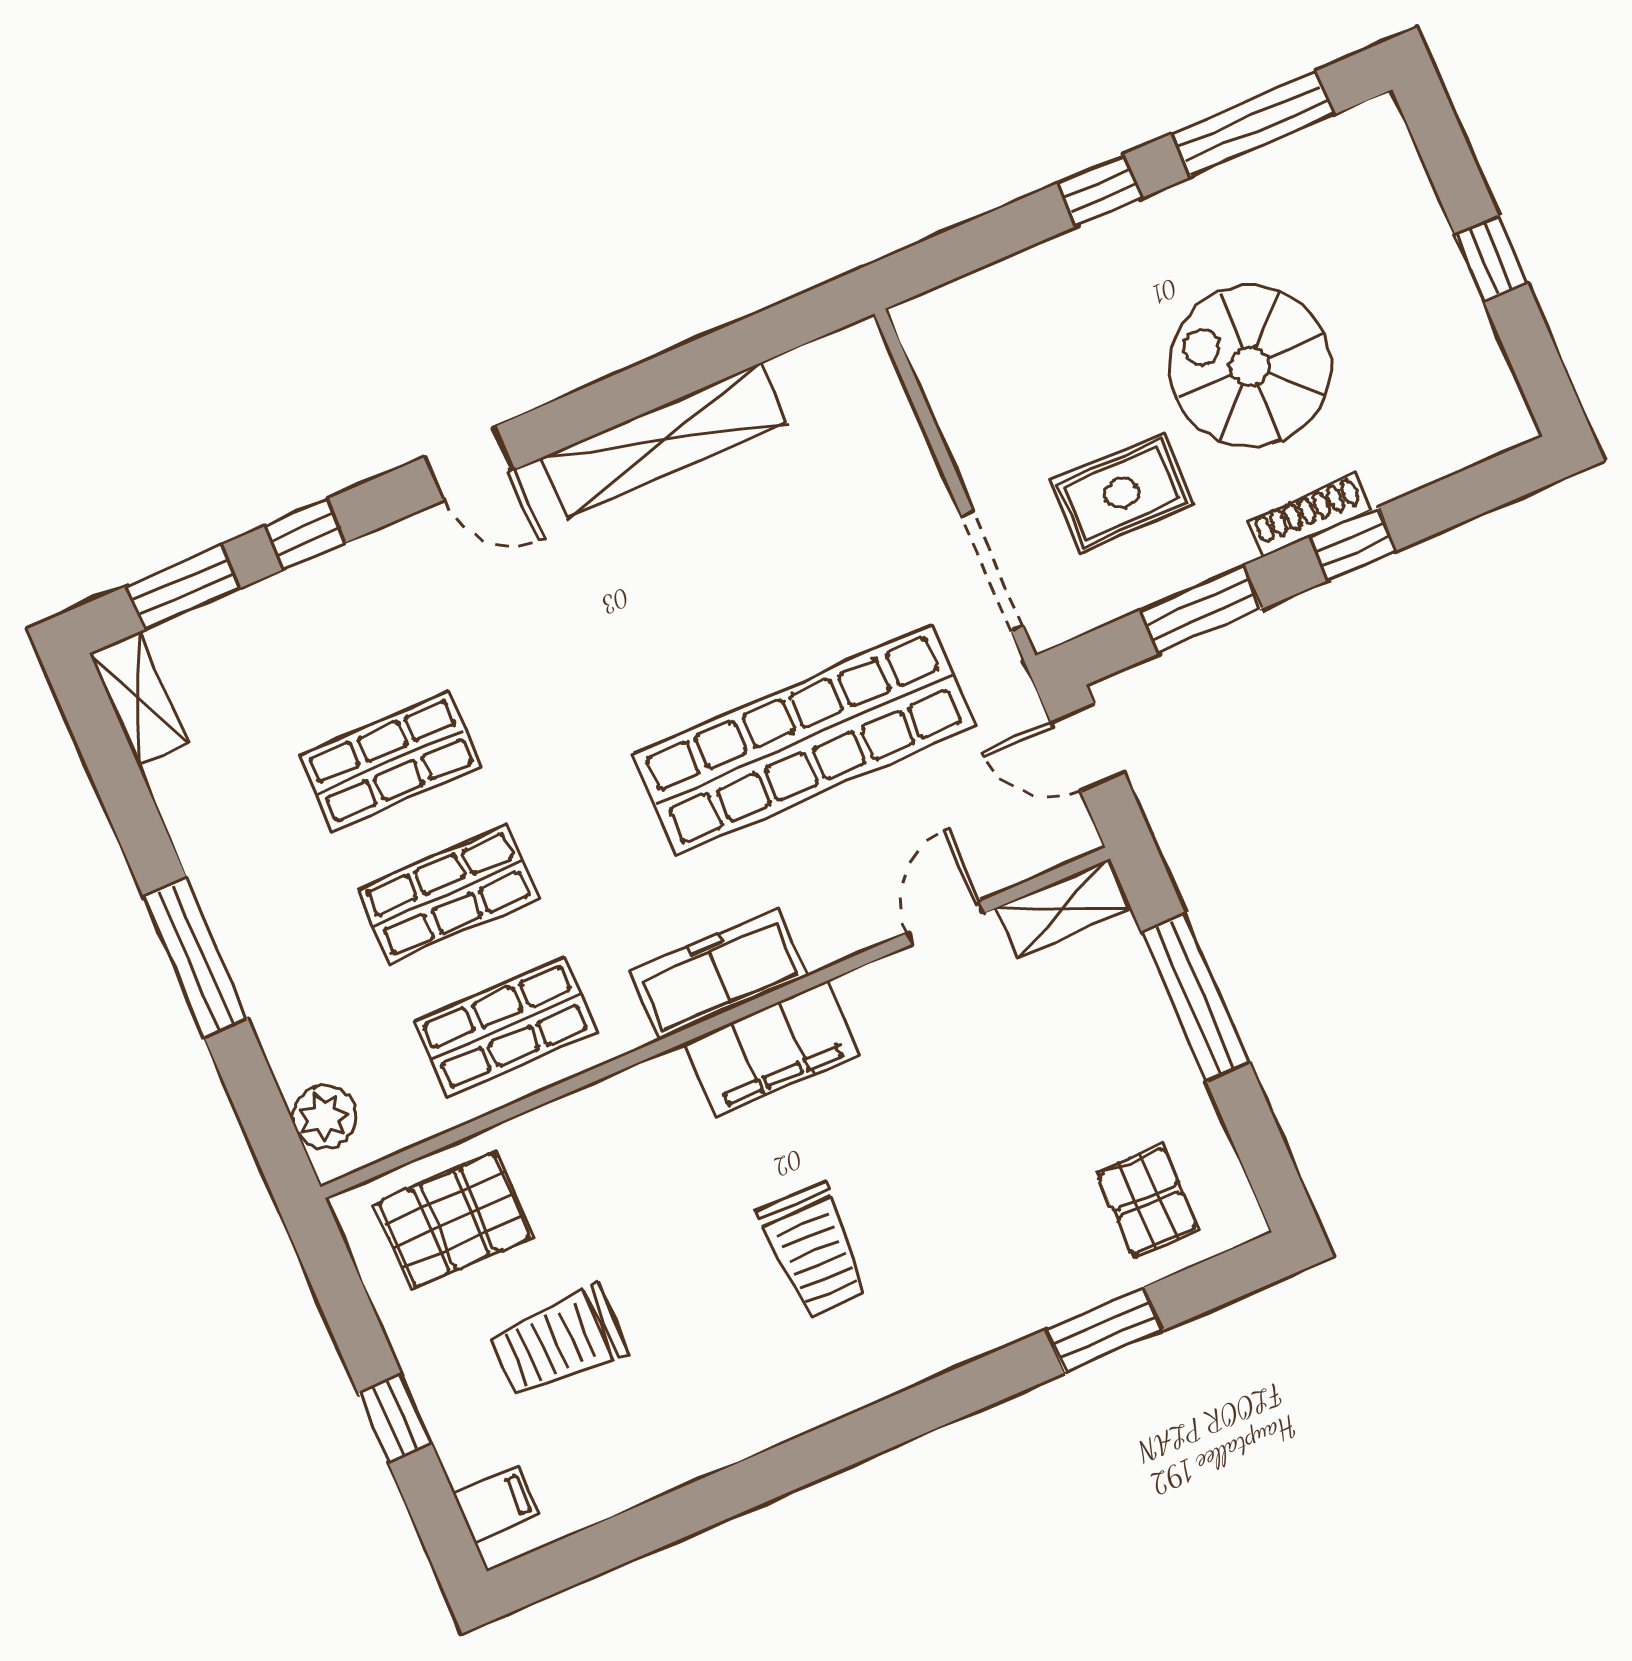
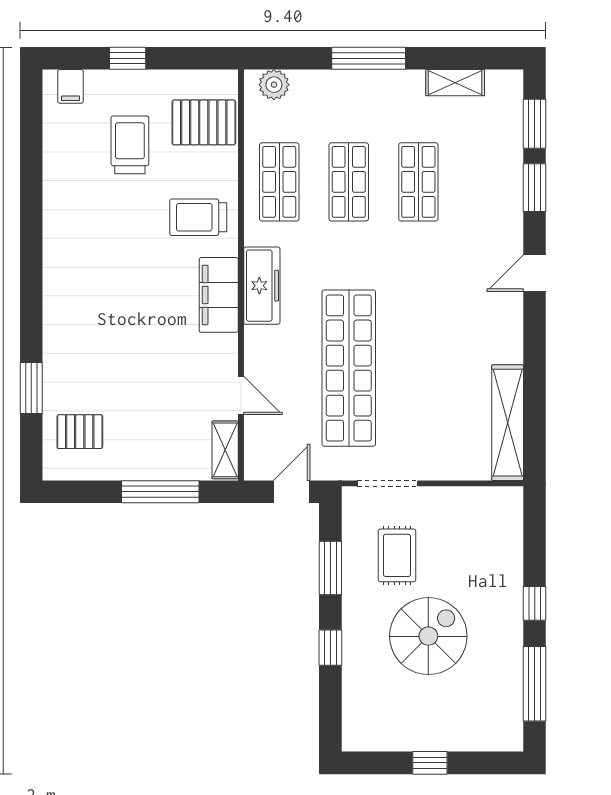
shelving: (664, 440) -> (508, 423), moved
shoe rack: (1309, 516) -> (351, 634), removed
window: (305, 534) -> (535, 188), width x1.50
shelving: (138, 698) -> (455, 83), moved
pallet: (455, 1220) -> (204, 122), turned 90
trolley: (814, 1250) -> (198, 217), moved

